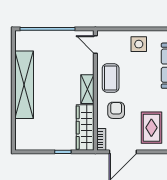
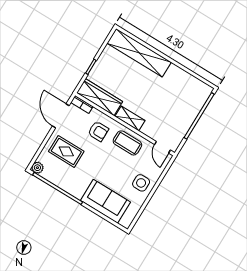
door: (95, 44) -> (162, 147), swing flipped
shelving: (24, 85) -> (139, 53), moved

